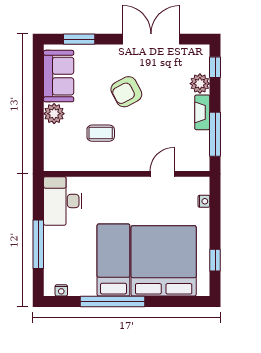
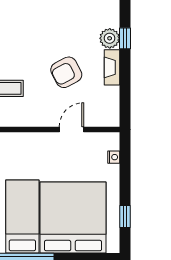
window: (215, 67) -> (125, 38), moved
armchair: (126, 92) -> (66, 72), moved
window: (215, 134) -> (125, 90), removed

